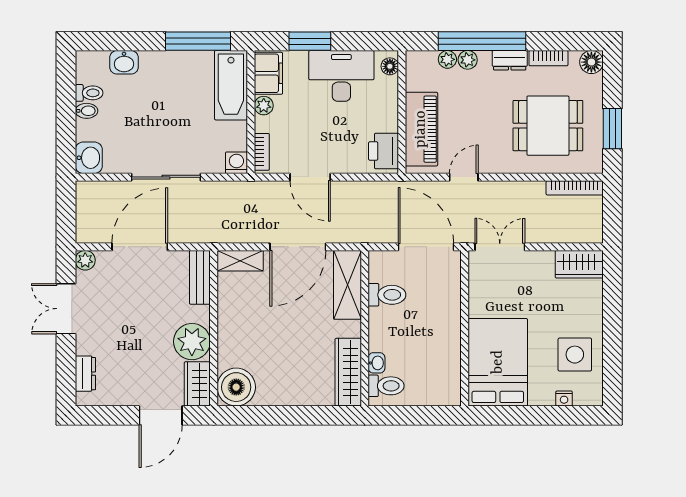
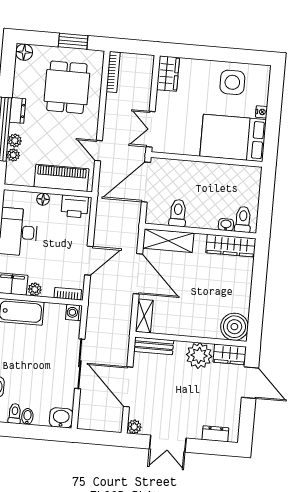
bookcase: (548, 58) -> (19, 83), removed
floor lamp: (390, 66) -> (43, 199), moved
nightstand: (564, 398) -> (261, 112), moved

